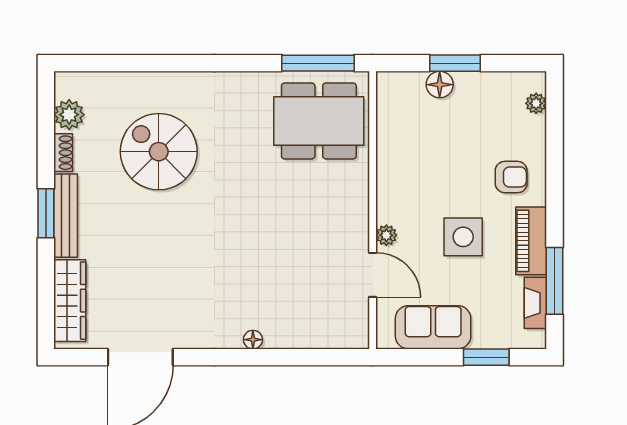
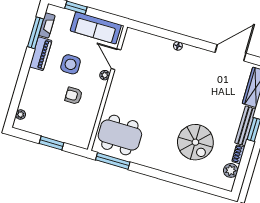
floor lamp: (440, 85) -> (61, 135), removed
armchair: (511, 177) -> (74, 96), moved
sofa: (433, 327) -> (96, 28), width x1.36

